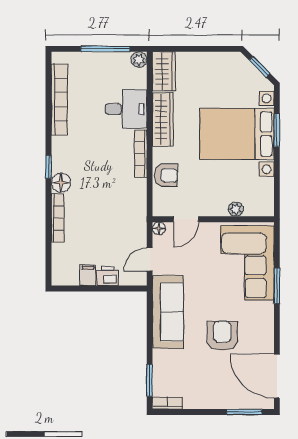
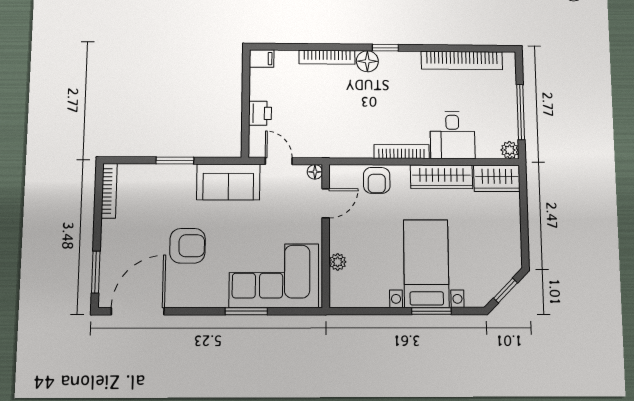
bed with nightstands: (237, 134) -> (426, 263), width x0.73
door: (186, 219) -> (326, 203), swing flipped
filing cabinet: (88, 275) -> (262, 59), moved
sofa: (168, 312) -> (228, 182), width x0.73
window: (150, 380) -> (175, 161), moved
bookcase: (167, 403) -> (109, 191), width x1.56

